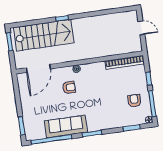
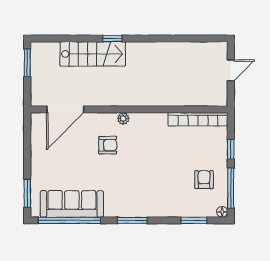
door: (141, 28) -> (231, 70), hinge flipped
stairs: (44, 35) -> (93, 54), width x0.73, depth x0.66
sofa: (66, 126) -> (72, 204), moved

